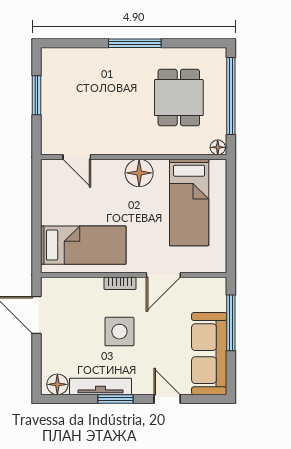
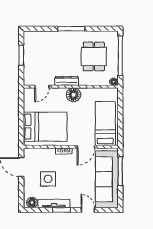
dresser: (125, 146) -> (67, 81), added
door: (77, 157) -> (42, 87), hinge flipped
bed: (189, 202) -> (105, 124), moved, turned 180
bed: (83, 245) -> (45, 127), width x1.50
side table: (119, 332) -> (48, 179), moved
sofa: (209, 354) -> (107, 179), width x1.36, depth x1.27

